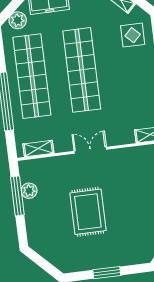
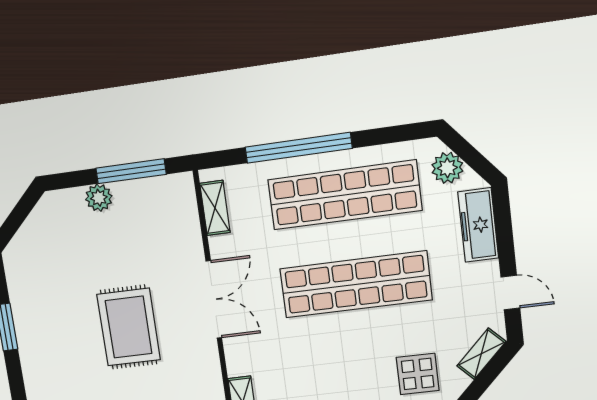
double door: (90, 150) -> (214, 300), width x1.37
plant: (29, 191) -> (99, 198), moved
rug: (88, 212) -> (129, 327), moved, turned 90

